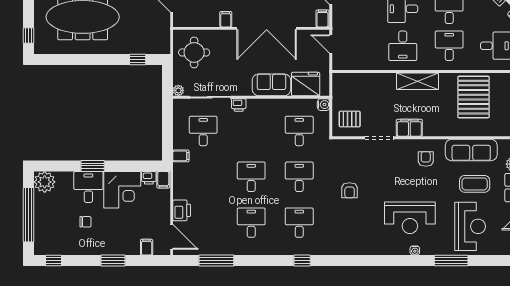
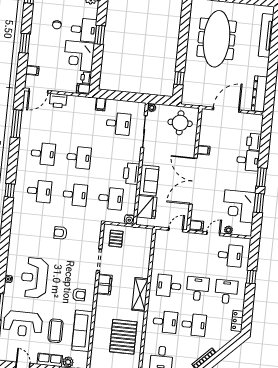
pallet: (473, 97) -> (123, 337), turned 90
printer: (239, 105) -> (131, 174), moved, width x1.87, depth x1.48

